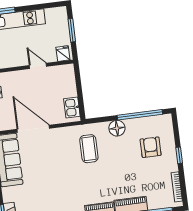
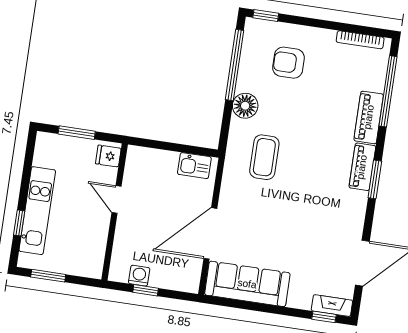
door: (38, 66) -> (116, 199), hinge flipped
coffee table: (89, 149) -> (264, 157), turned 90
window: (179, 155) -> (266, 16), moved

